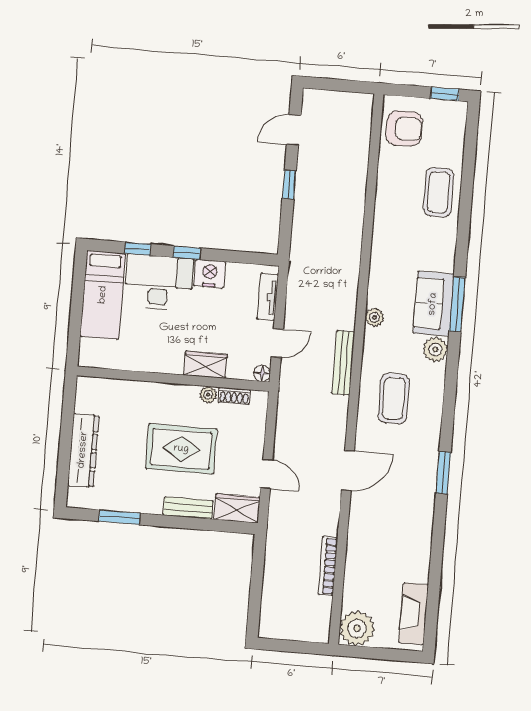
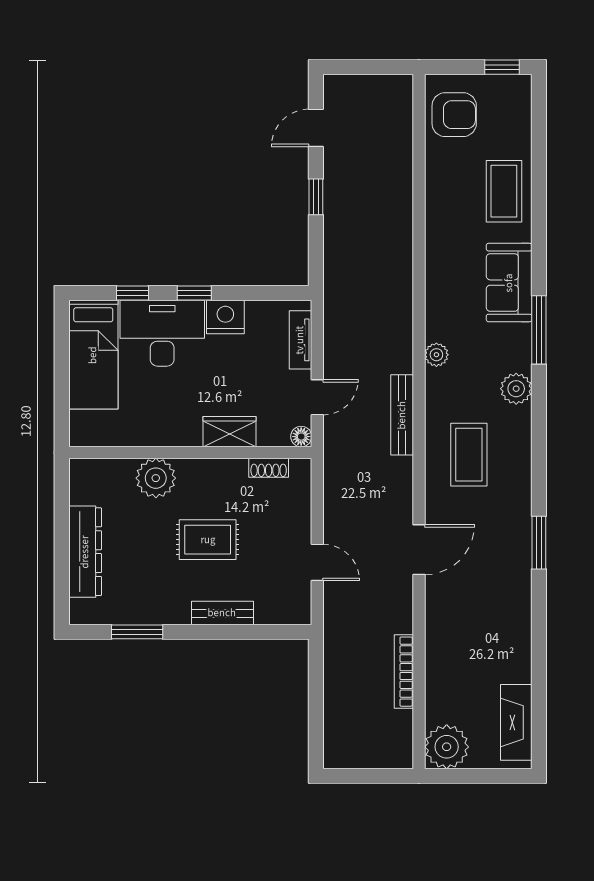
sofa: (433, 304) -> (509, 283), moved
plant: (208, 395) -> (156, 478), moved, width x1.88, depth x1.88
rug: (181, 449) -> (208, 540), width x0.73, depth x0.70
wardrobe: (237, 508) -> (284, 609), removed

